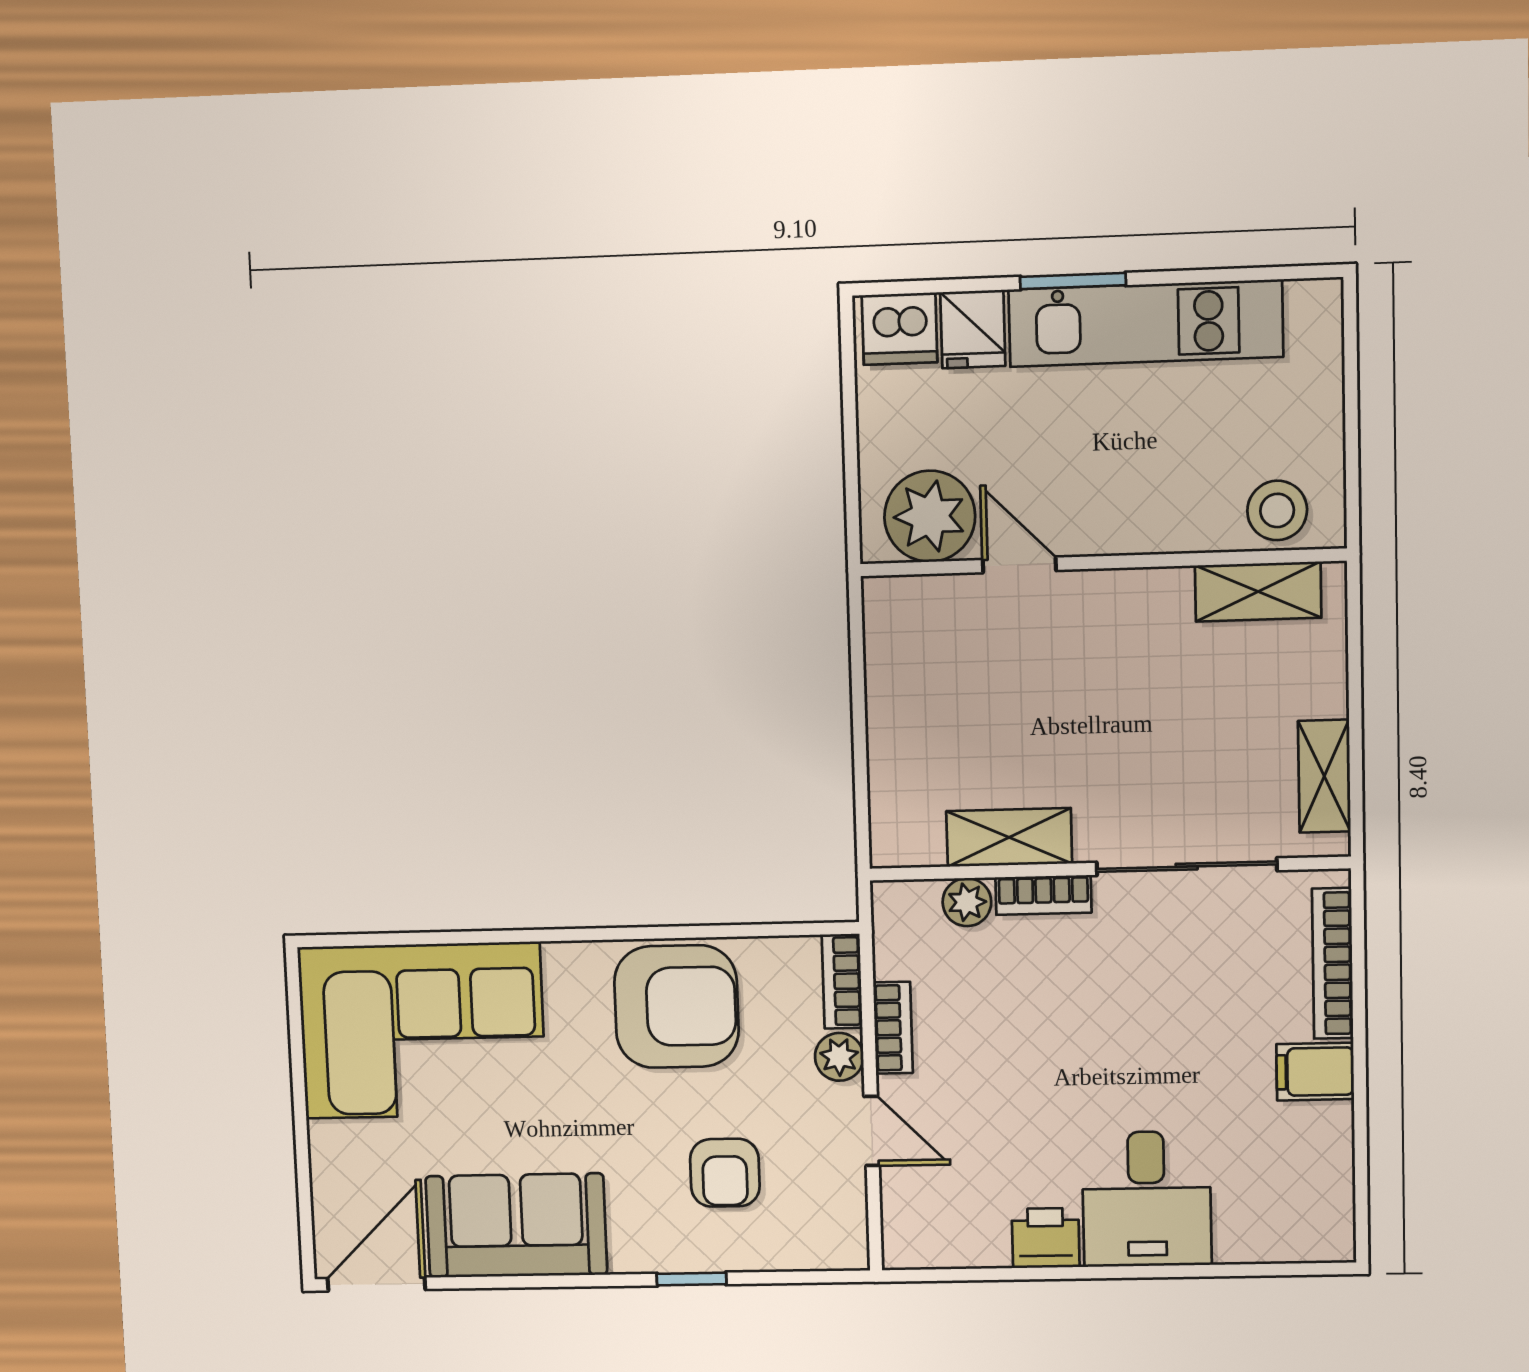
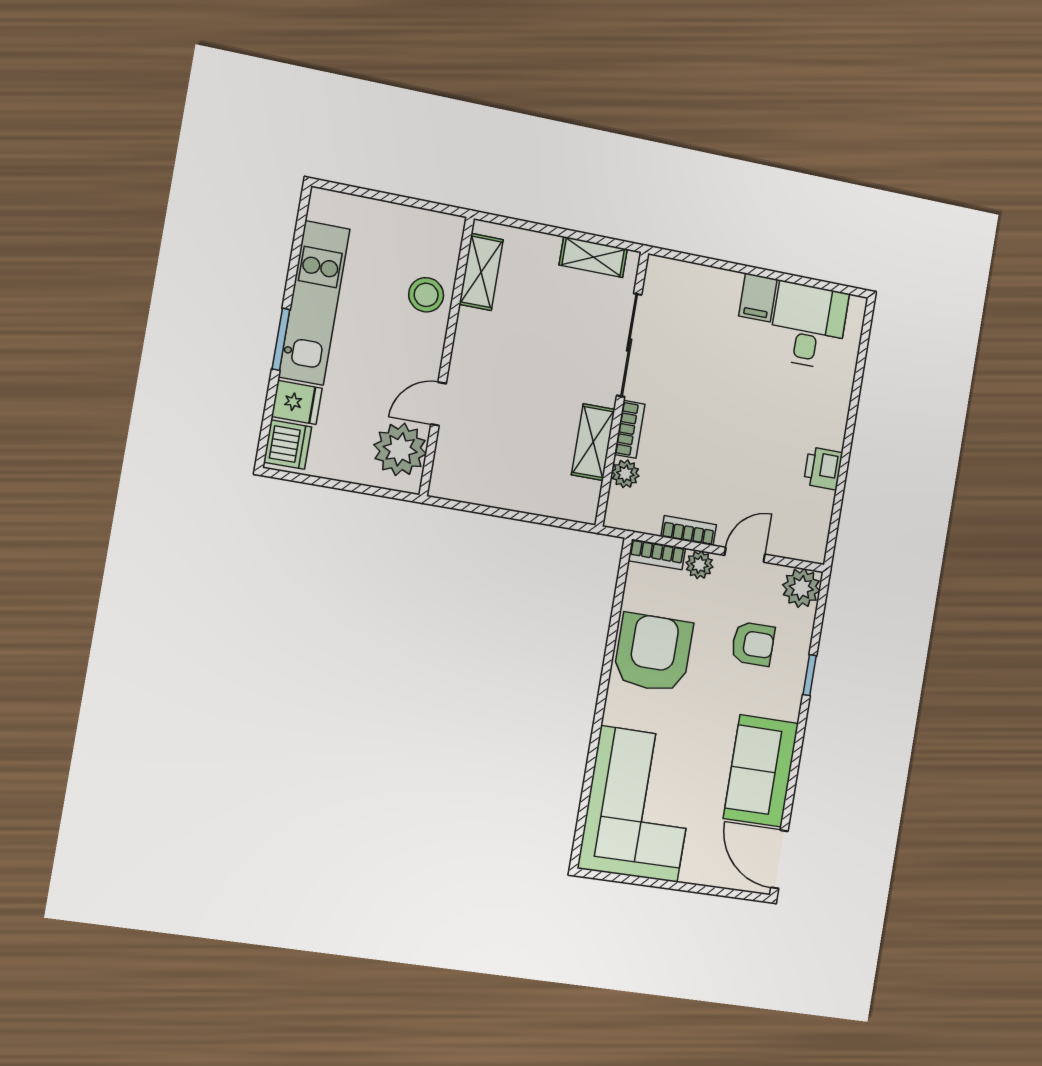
stool: (1277, 510) -> (426, 295), moved
bookcase: (1333, 963) -> (699, 275), removed
desk: (1147, 1199) -> (808, 326), moved, turned -90
plant: (835, 1238) -> (801, 588), added

